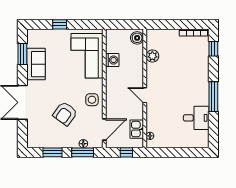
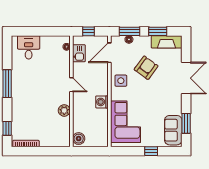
plant: (152, 56) -> (64, 110), moved
washing machine: (112, 60) -> (102, 102), moved
sofa: (36, 64) -> (173, 130), moved
desk: (196, 118) -> (29, 47), moved, turned 90
fireplace: (43, 141) -> (167, 42), added

